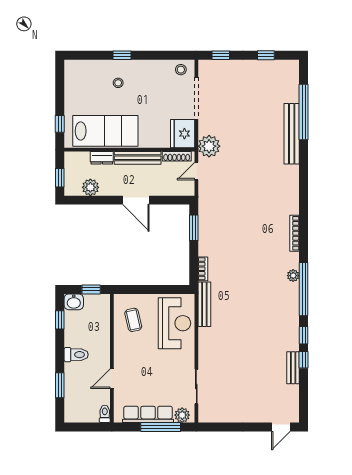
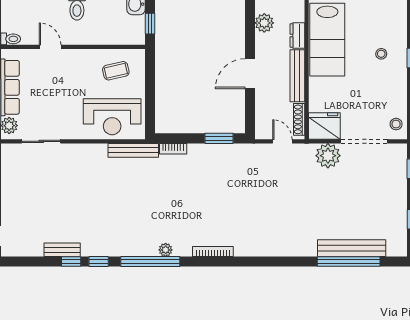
bench: (292, 134) -> (352, 248), moved
plant: (209, 146) -> (328, 156), moved

